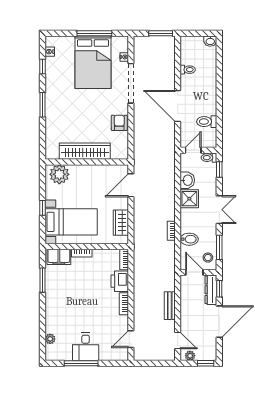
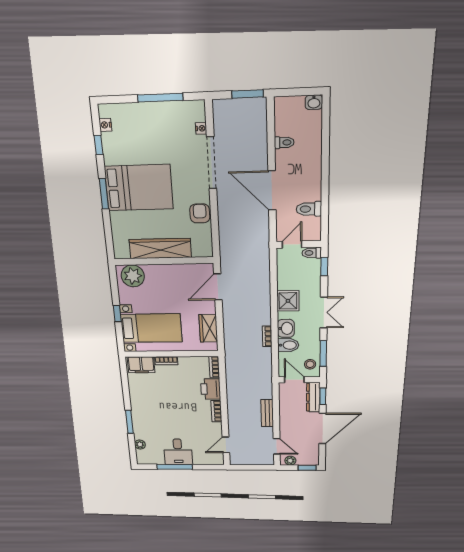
bed: (93, 62) -> (139, 188), moved, turned -90
washbasin: (187, 180) -> (286, 328), moved
window: (43, 280) -> (129, 422), moved

